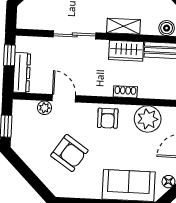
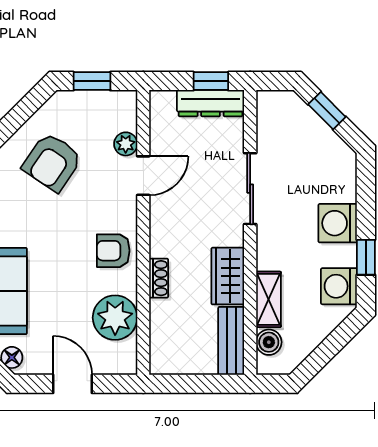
shelving: (124, 26) -> (269, 299), moved
dresser: (22, 73) -> (211, 103), moved
armchair: (69, 153) -> (52, 162), moved

